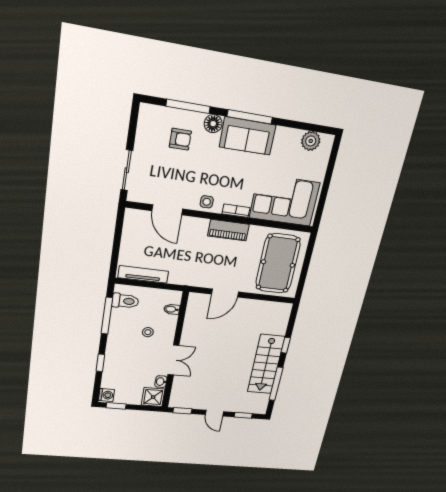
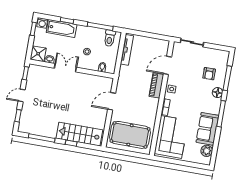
sofa: (248, 136) -> (207, 129), moved
piano: (228, 230) -> (156, 85), moved
door: (225, 293) -> (112, 101), hinge flipped
double door: (173, 360) -> (65, 68), swing flipped
stairs: (266, 364) -> (79, 134), moved
bathtub: (113, 369) -> (62, 28), added

